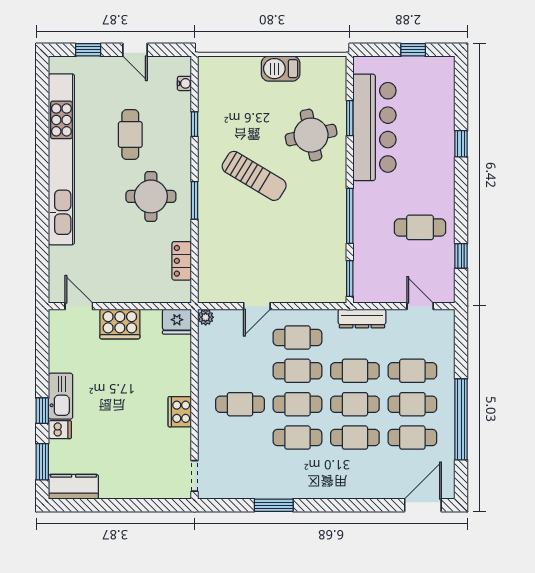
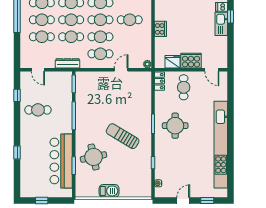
door: (135, 50) -> (183, 200), hinge flipped
cafe table: (130, 135) -> (184, 87), moved
locker: (182, 261) -> (159, 81), moved
fridge: (177, 322) -> (173, 62), moved
cooker: (180, 412) -> (160, 29), moved

